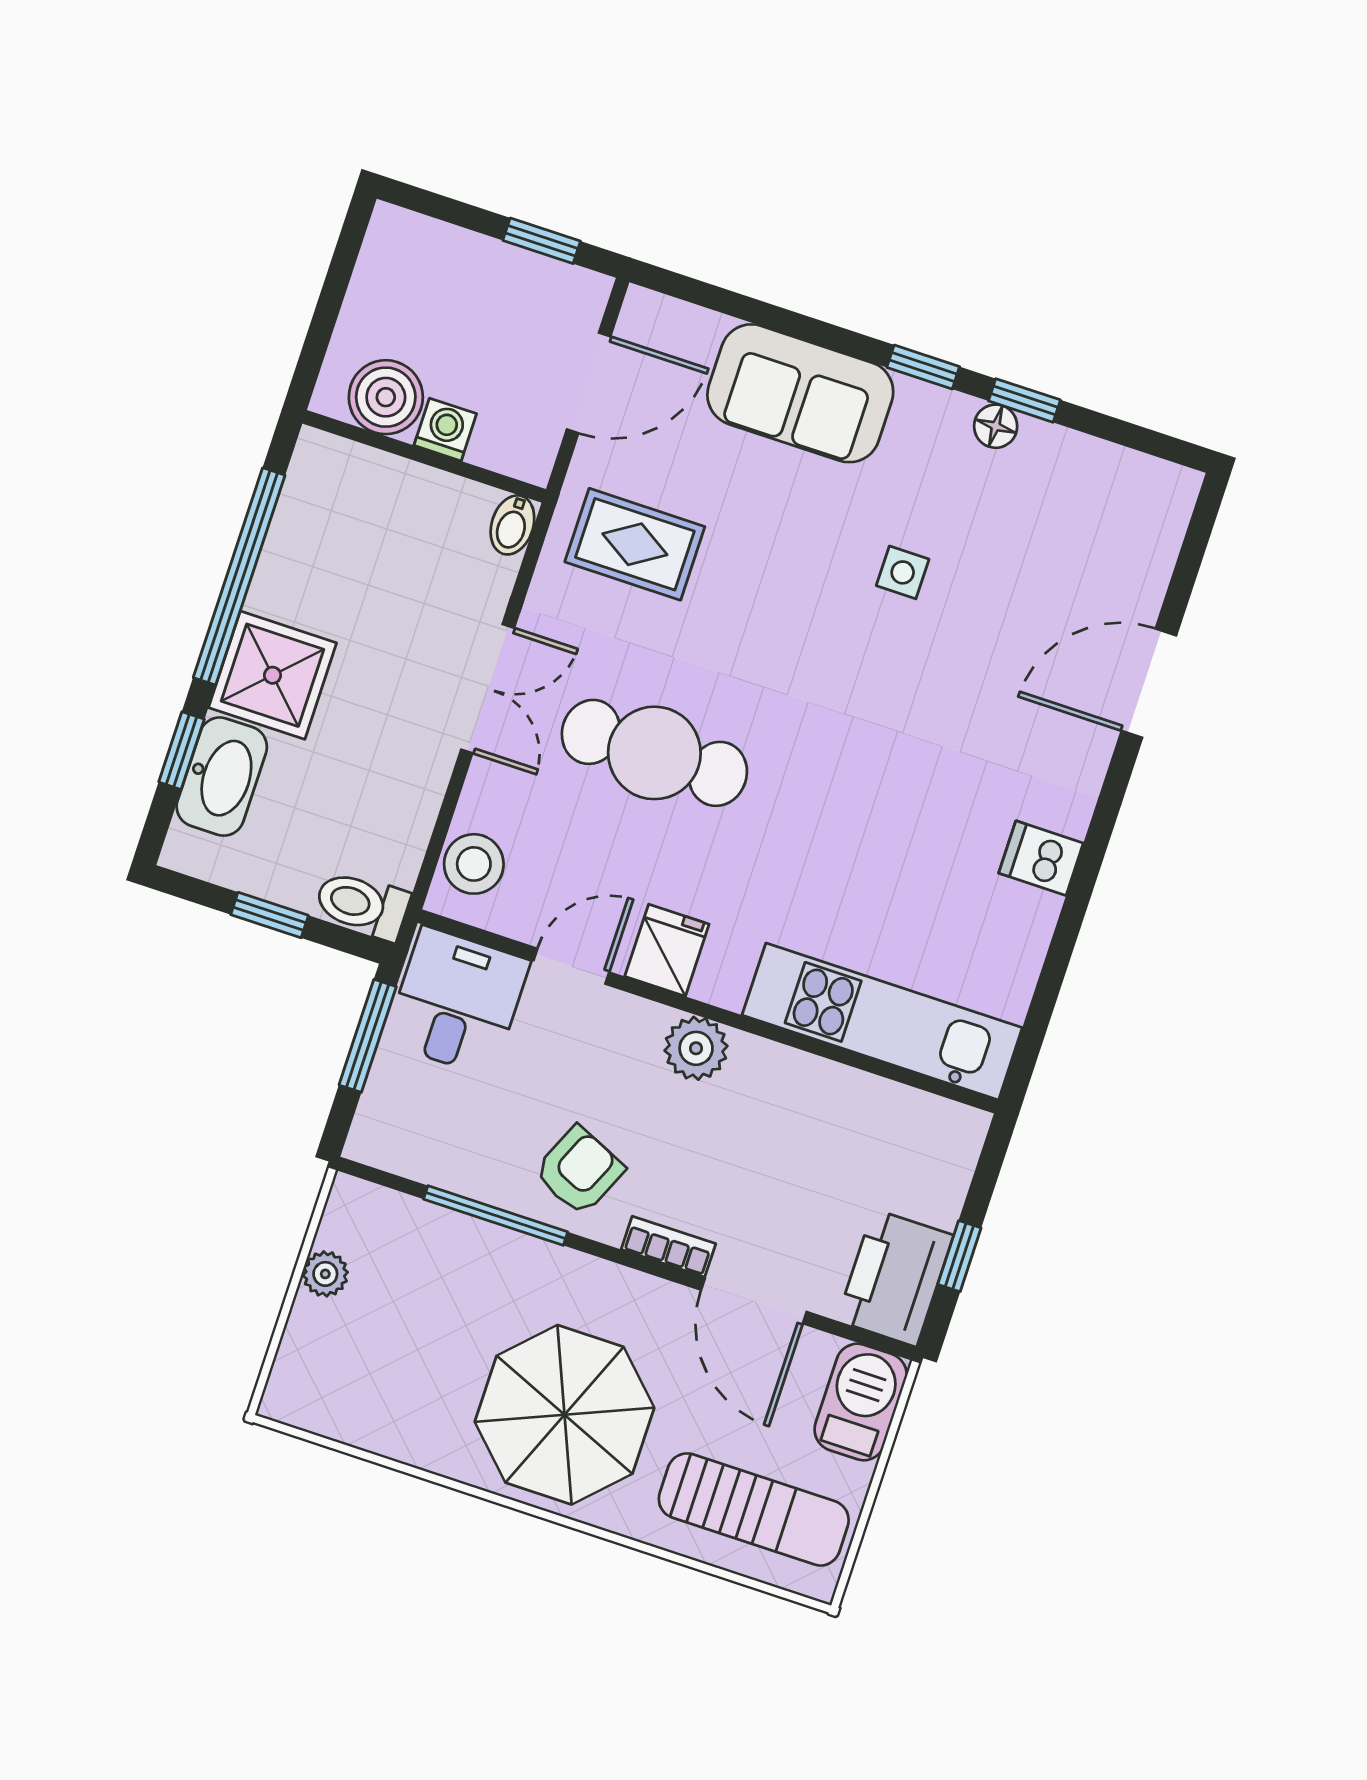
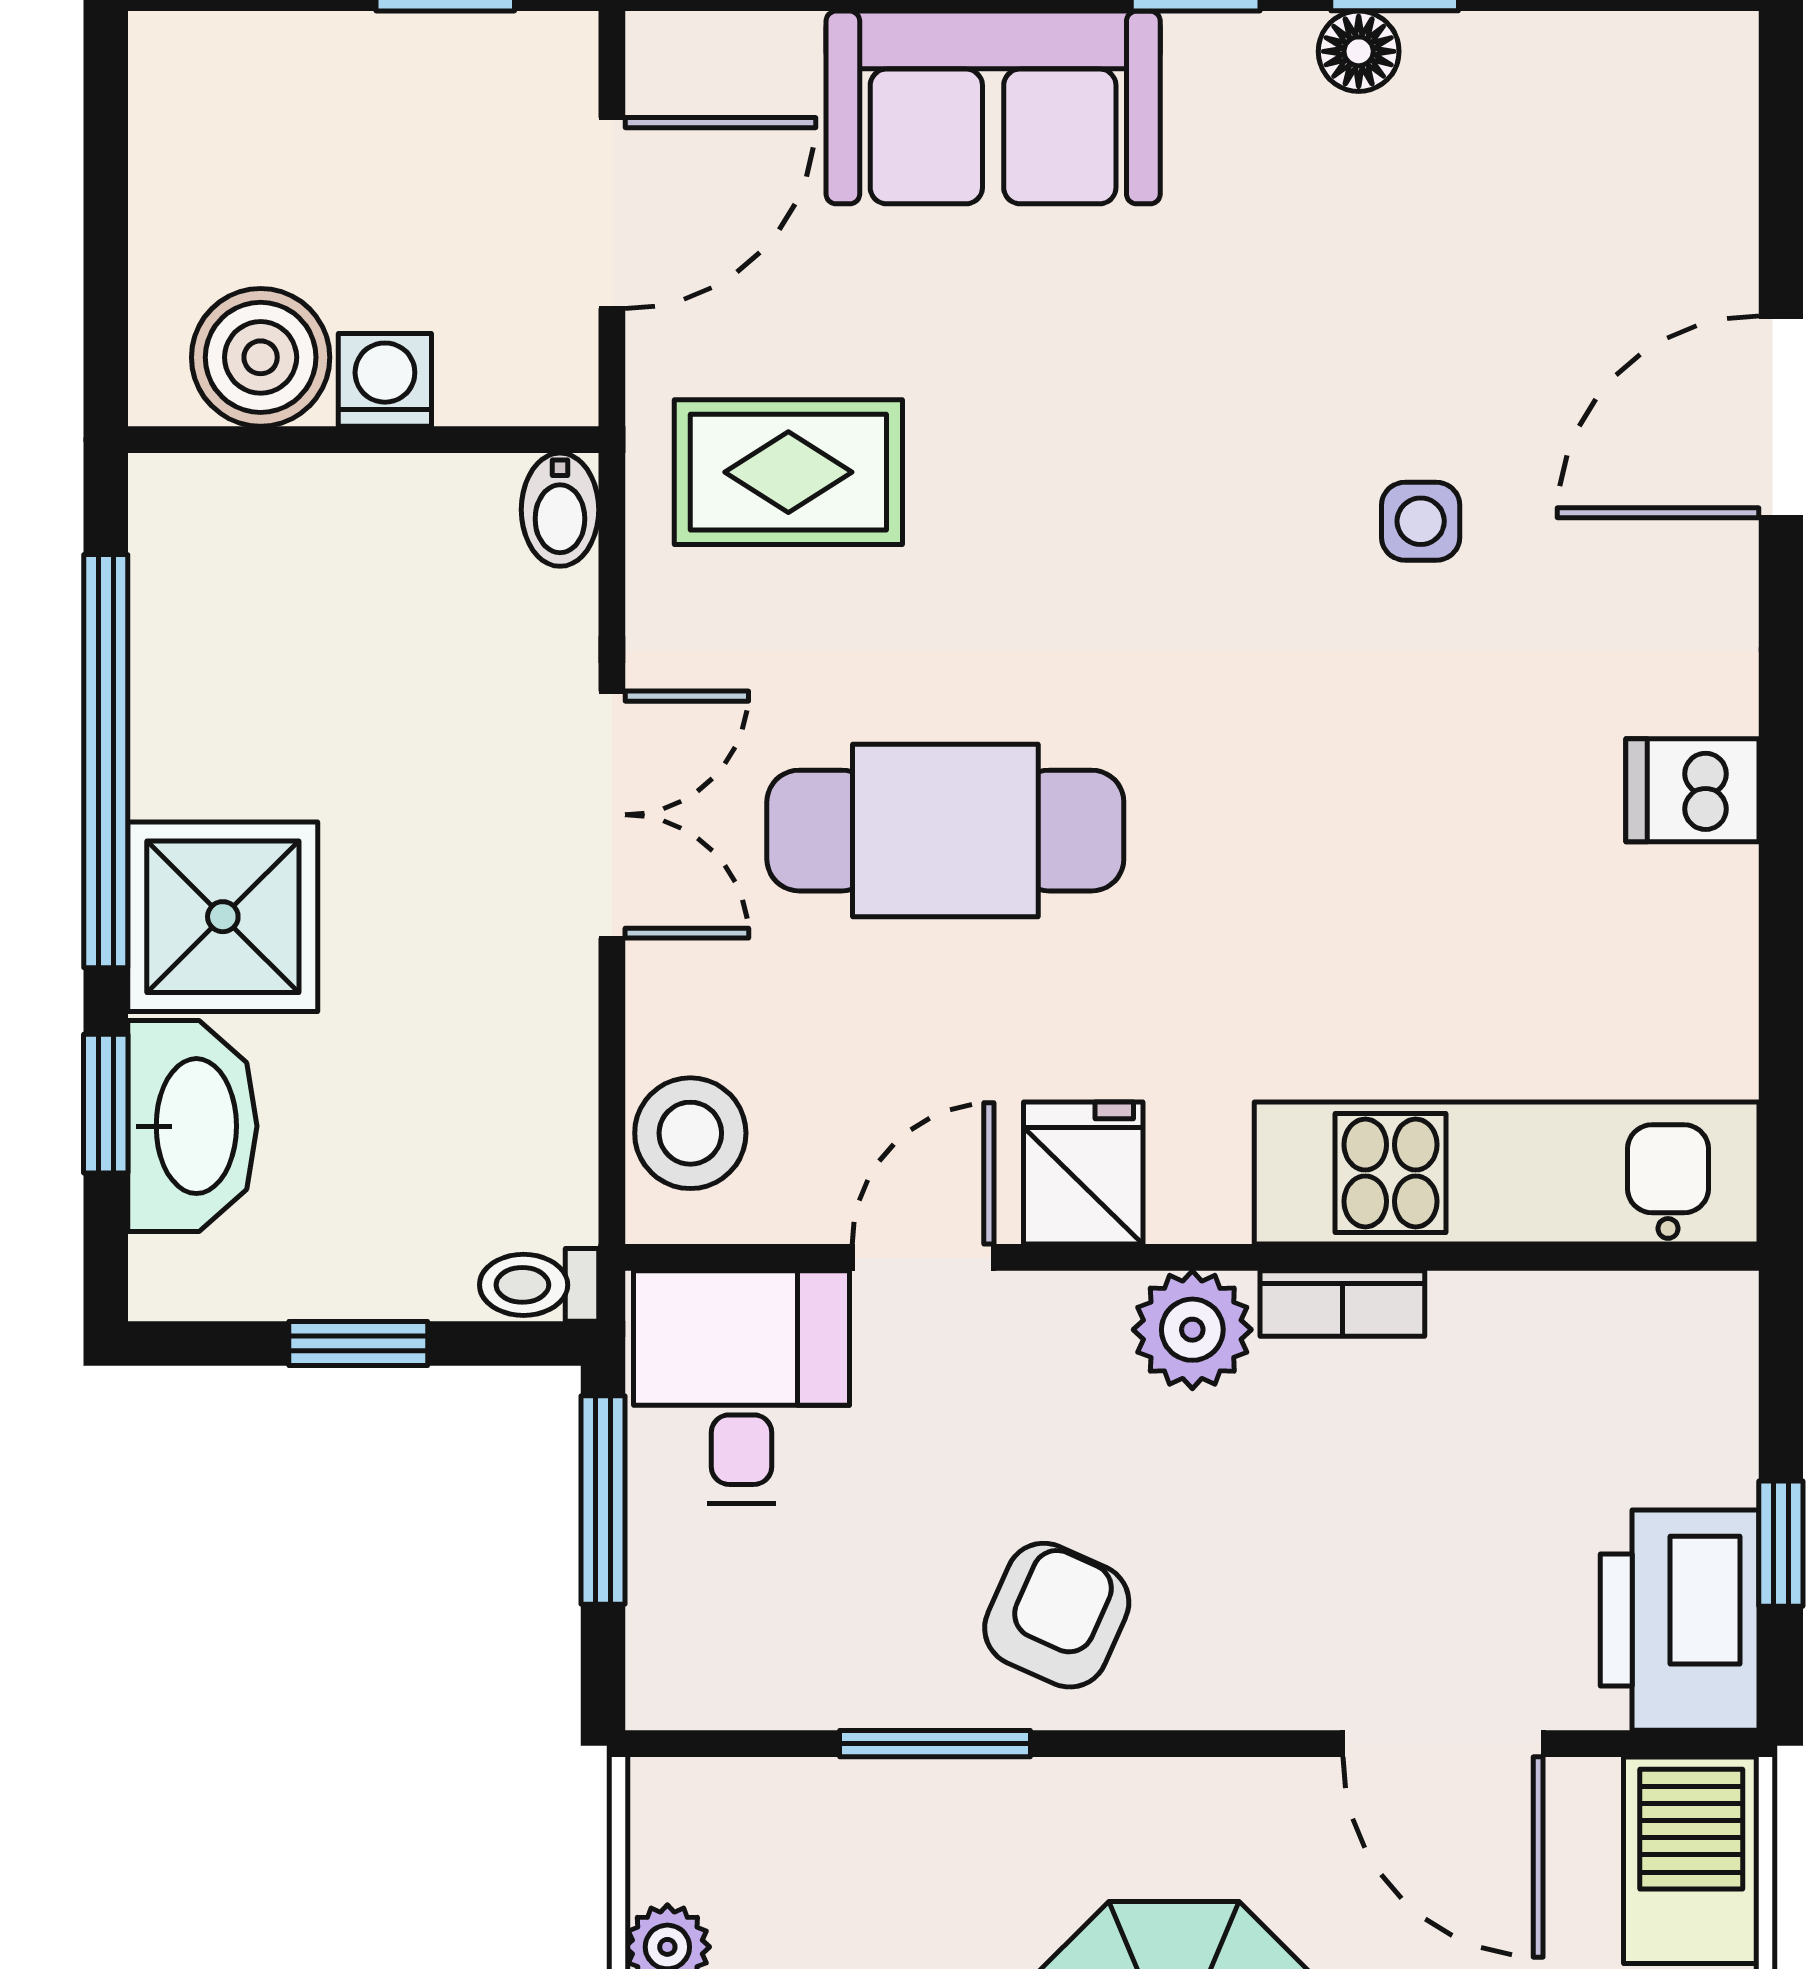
side table: (903, 572) -> (1421, 521), moved
toilet: (362, 905) -> (539, 1285), width x0.73, depth x0.72
window: (496, 1215) -> (935, 1744), width x0.69
bookcase: (668, 1247) -> (1342, 1303), moved, turned 180

